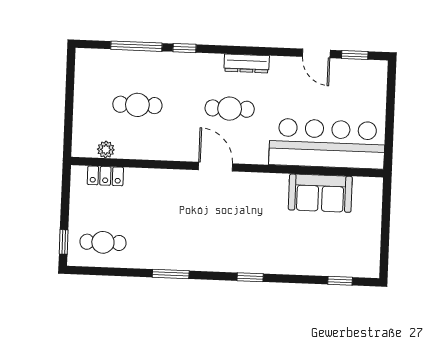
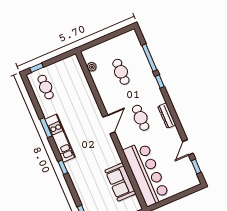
locker: (105, 176) -> (79, 73), removed
kitchen unit: (199, 259) -> (60, 138), added

